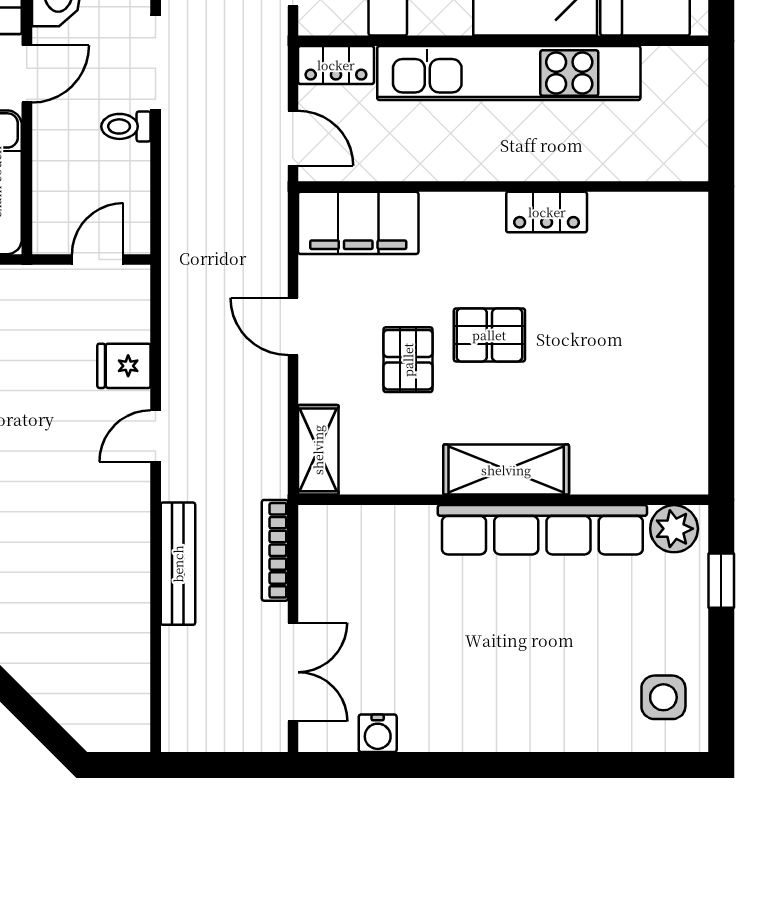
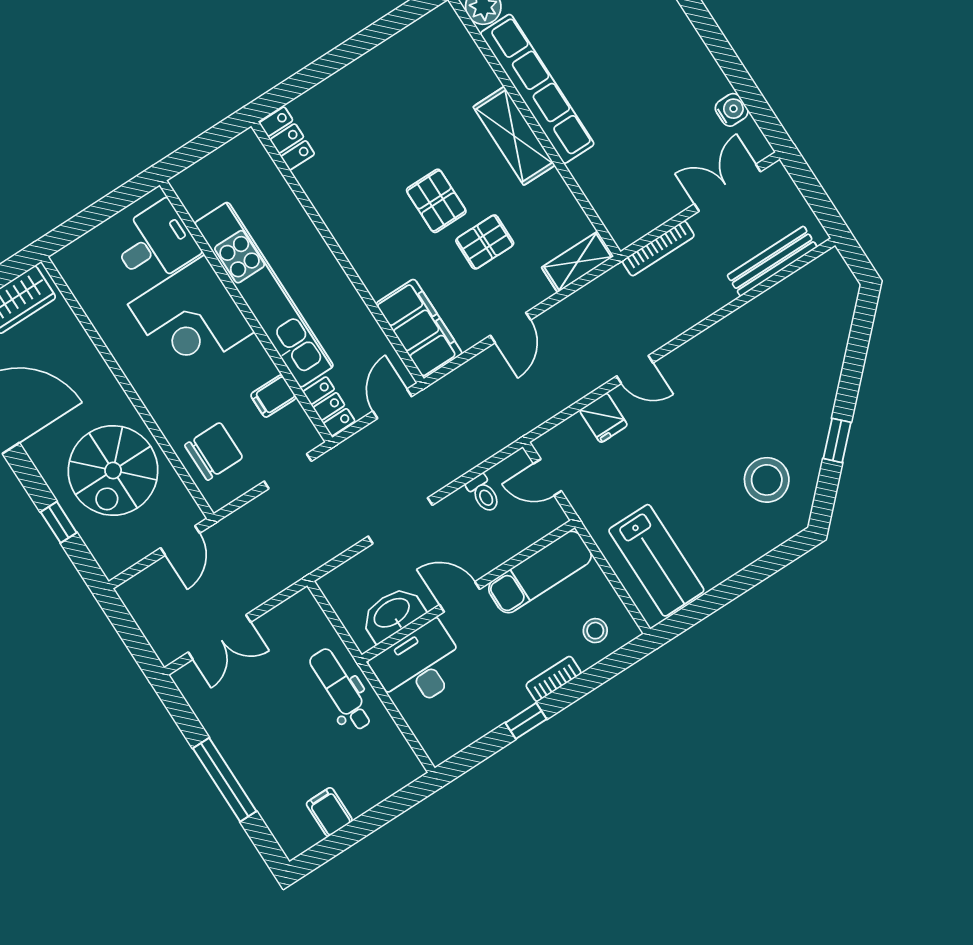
toilet: (126, 126) -> (483, 493), moved
locker: (547, 212) -> (287, 138), moved
bench: (178, 564) -> (772, 261), moved

